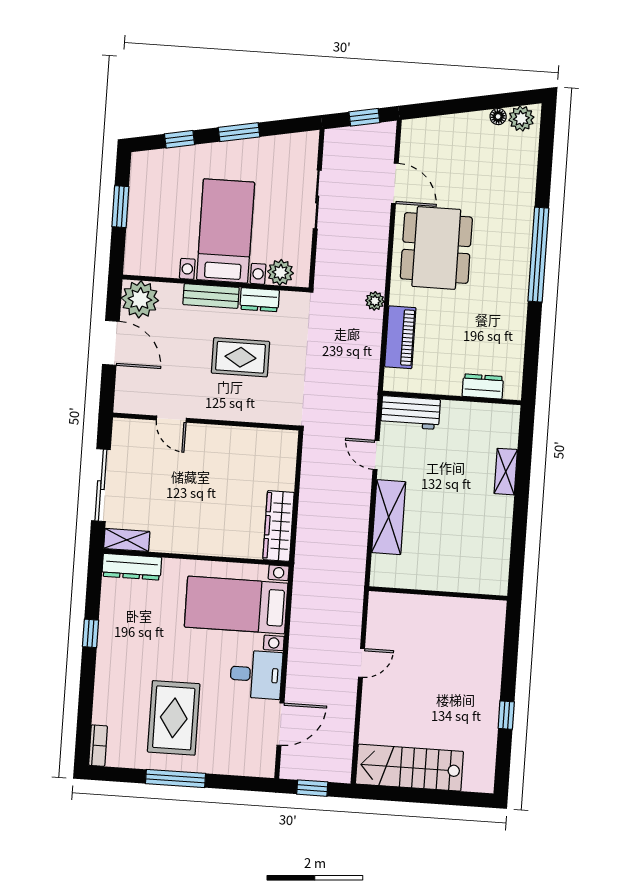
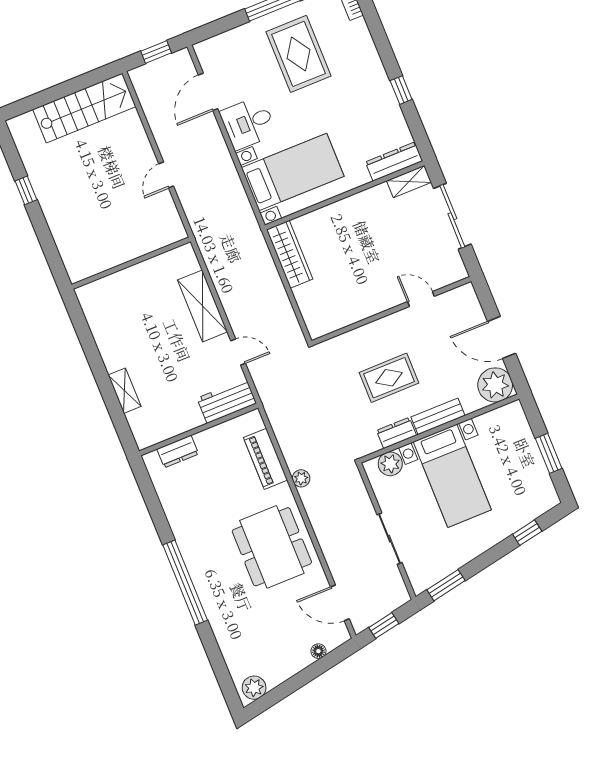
floor lamp: (498, 117) -> (318, 651), moved
window: (239, 132) -> (446, 585), moved
door: (395, 183) -> (340, 603), moved

